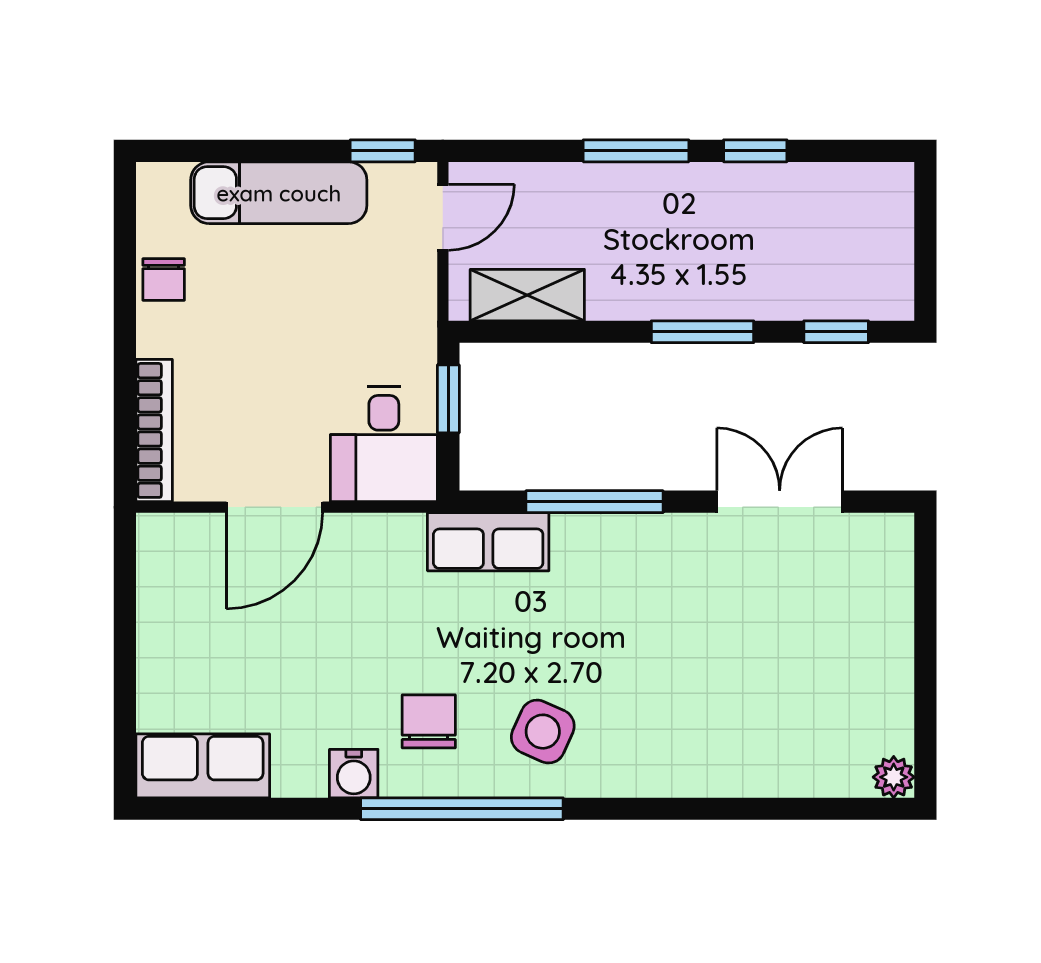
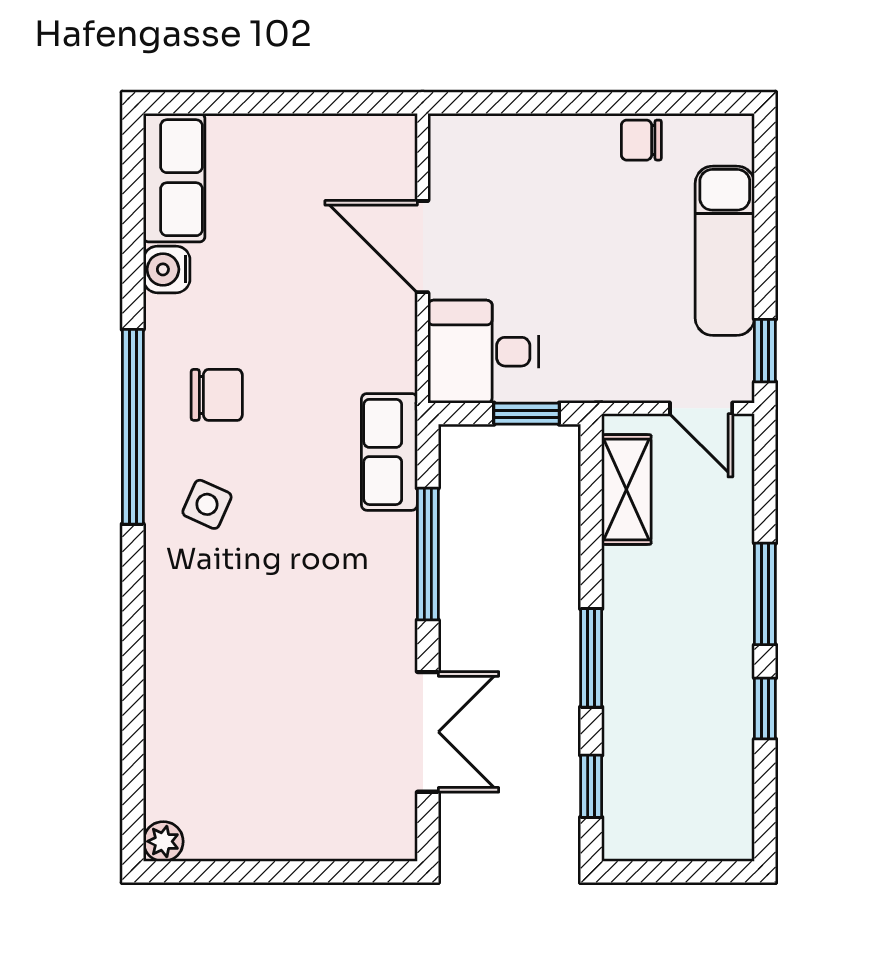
bookcase: (154, 430) -> (496, 131), removed
side table: (543, 732) -> (207, 504), width x0.73, depth x0.73
water cooler: (354, 774) -> (167, 269), moved

